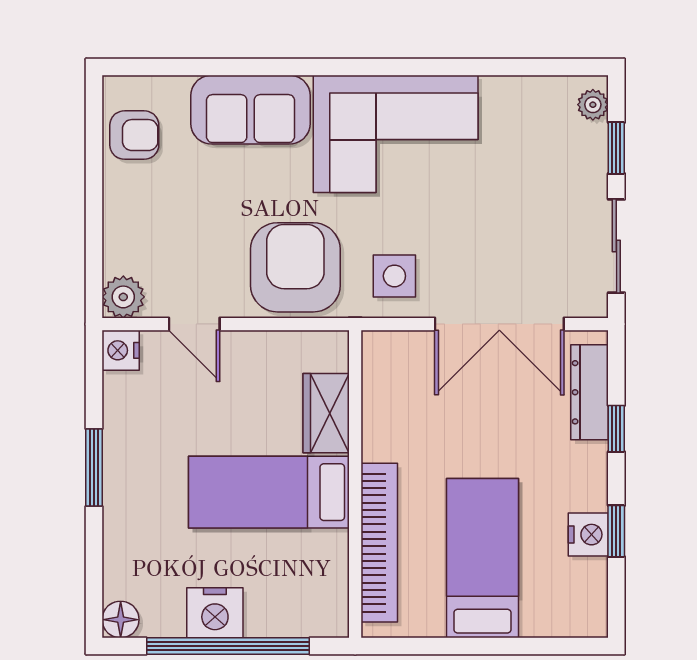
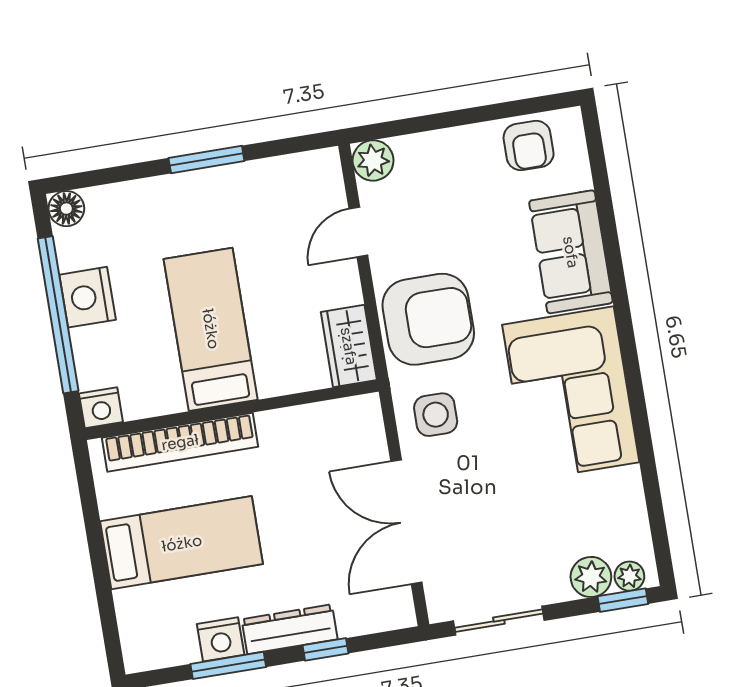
plant: (587, 144) -> (591, 577), added
window: (616, 148) -> (623, 600), moved
nightstand: (121, 350) -> (101, 408), moved, turned 180
dresser: (590, 392) -> (290, 629), moved
wardrobe: (326, 413) -> (349, 346), moved, turned -90
window: (616, 531) -> (228, 665), width x1.50

